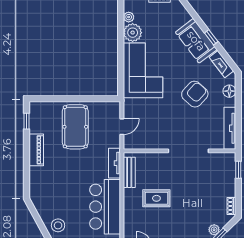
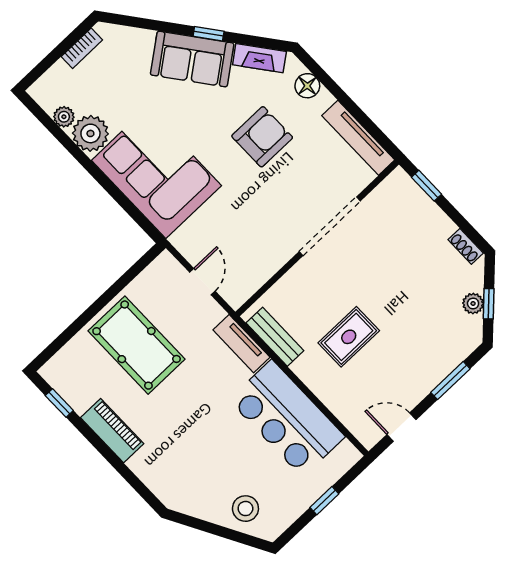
armchair: (195, 94) -> (262, 137), turned 48

